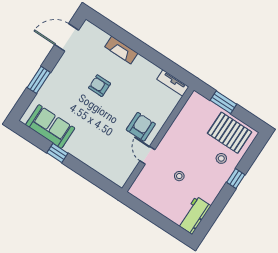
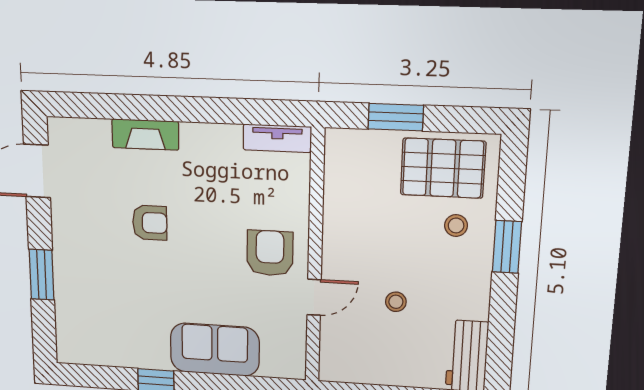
armchair: (100, 86) -> (150, 223), turned 180
sofa: (50, 127) -> (215, 350), moved
door: (147, 155) -> (314, 297), swing flipped
window: (236, 178) -> (507, 247), width x1.50

